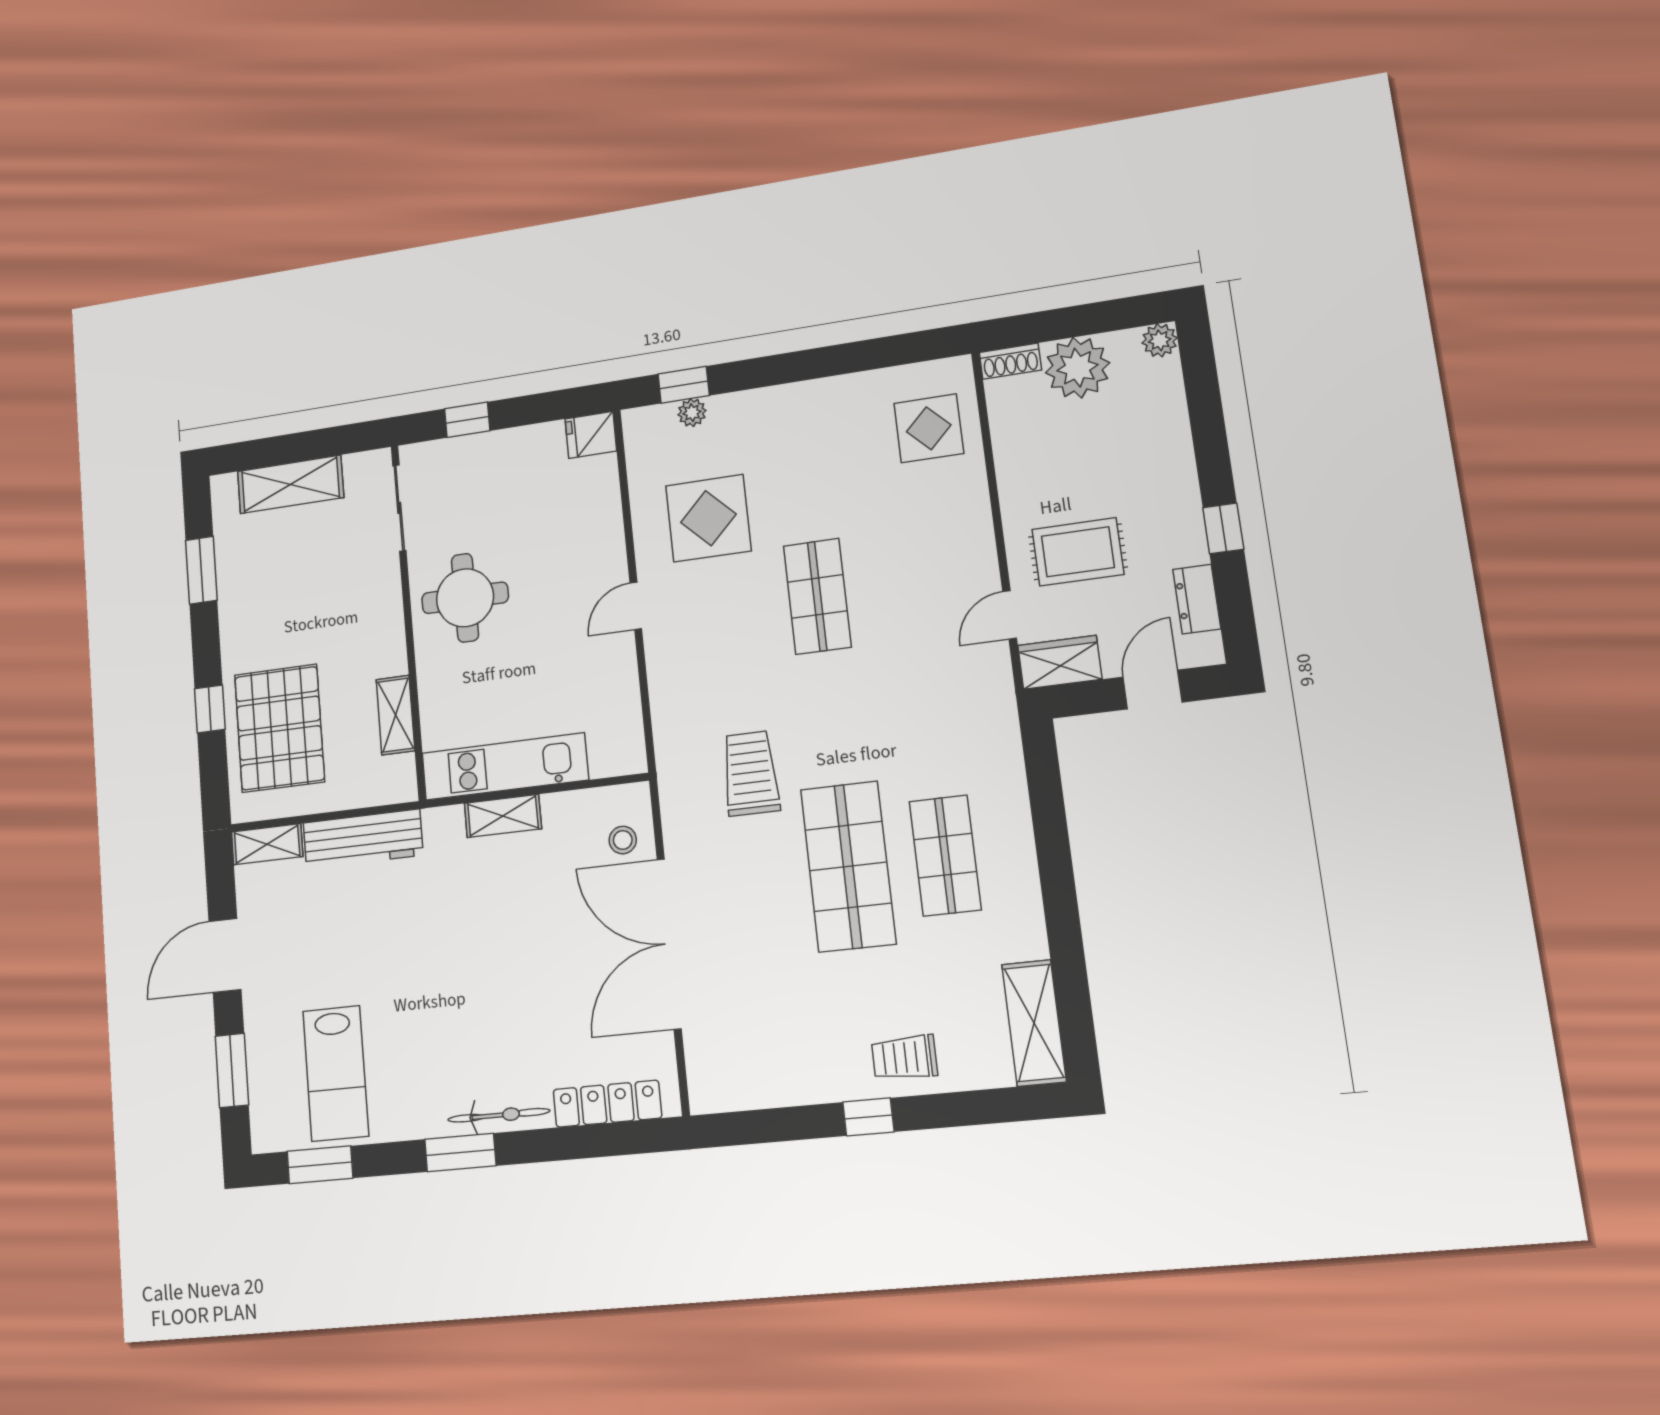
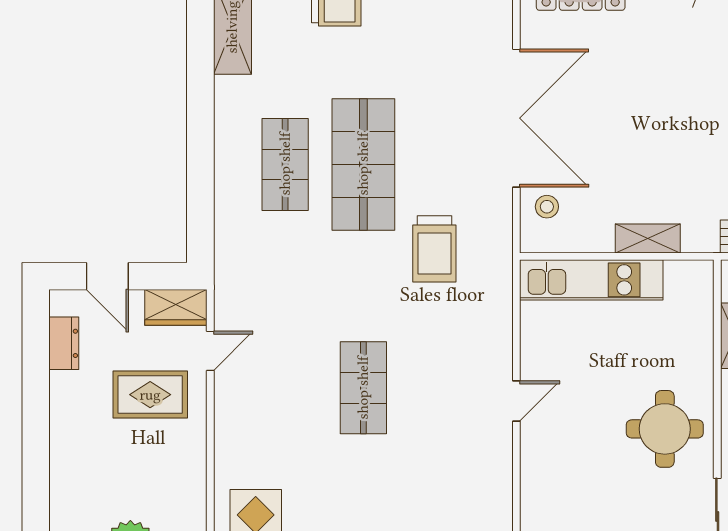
display table: (708, 518) -> (447, 467), removed
window: (1223, 528) -> (36, 397), removed
door: (1152, 690) -> (107, 276), hinge flipped
kitchen unit: (505, 766) -> (591, 280), moved

